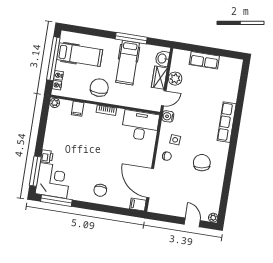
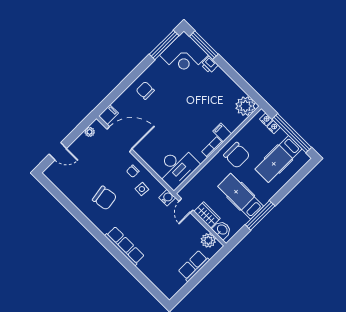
plant: (175, 79) -> (208, 240), moved
plant: (55, 103) -> (245, 106), width x1.88, depth x1.88
filing cabinet: (78, 109) -> (222, 132), moved
plant: (213, 218) -> (90, 132), moved

